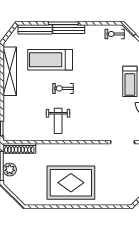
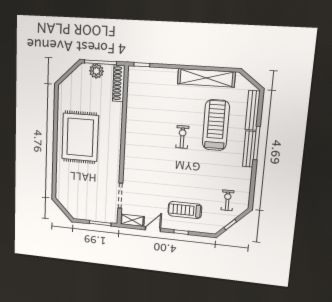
exercise bike: (115, 34) -> (227, 200), moved
weight bench: (58, 121) -> (147, 129), removed

